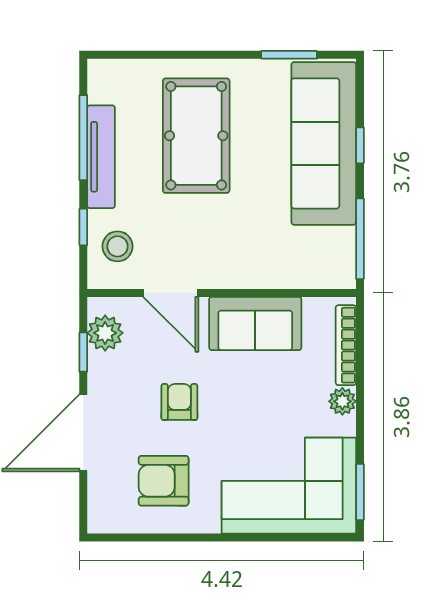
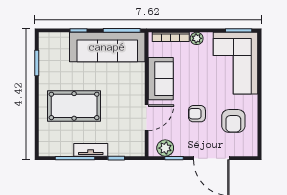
sofa: (324, 143) -> (107, 47), moved
tv unit: (101, 157) -> (91, 150), width x0.71
stool: (117, 246) -> (125, 142), removed

